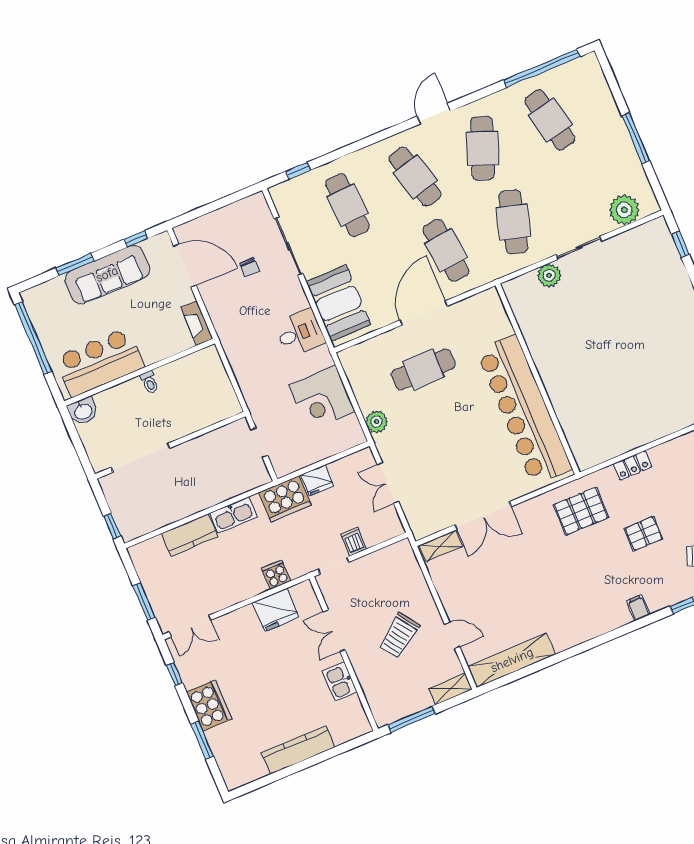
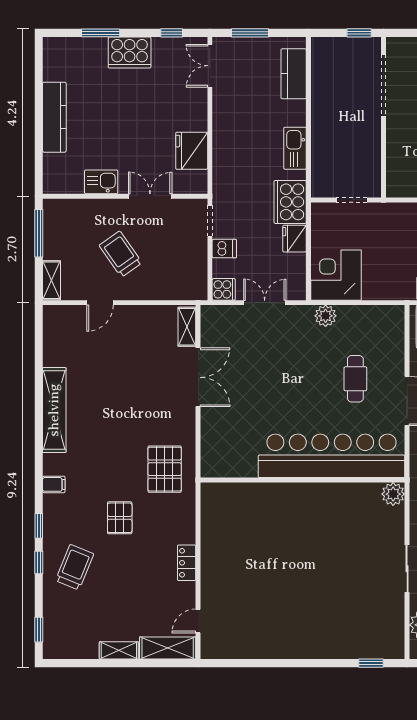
plant: (549, 275) -> (393, 494), moved
cafe table: (423, 369) -> (355, 379), width x0.73, depth x0.74
corner desk: (322, 398) -> (336, 275), moved
bar counter: (524, 410) -> (331, 456), moved
locker: (632, 465) -> (187, 563), moved
double door: (483, 516) -> (198, 377), swing flipped
window: (112, 526) -> (359, 33), moved
kitchen counter: (190, 535) -> (294, 74), moved
cooker: (276, 575) -> (224, 289), moved
shelving: (512, 660) -> (54, 410), moved

